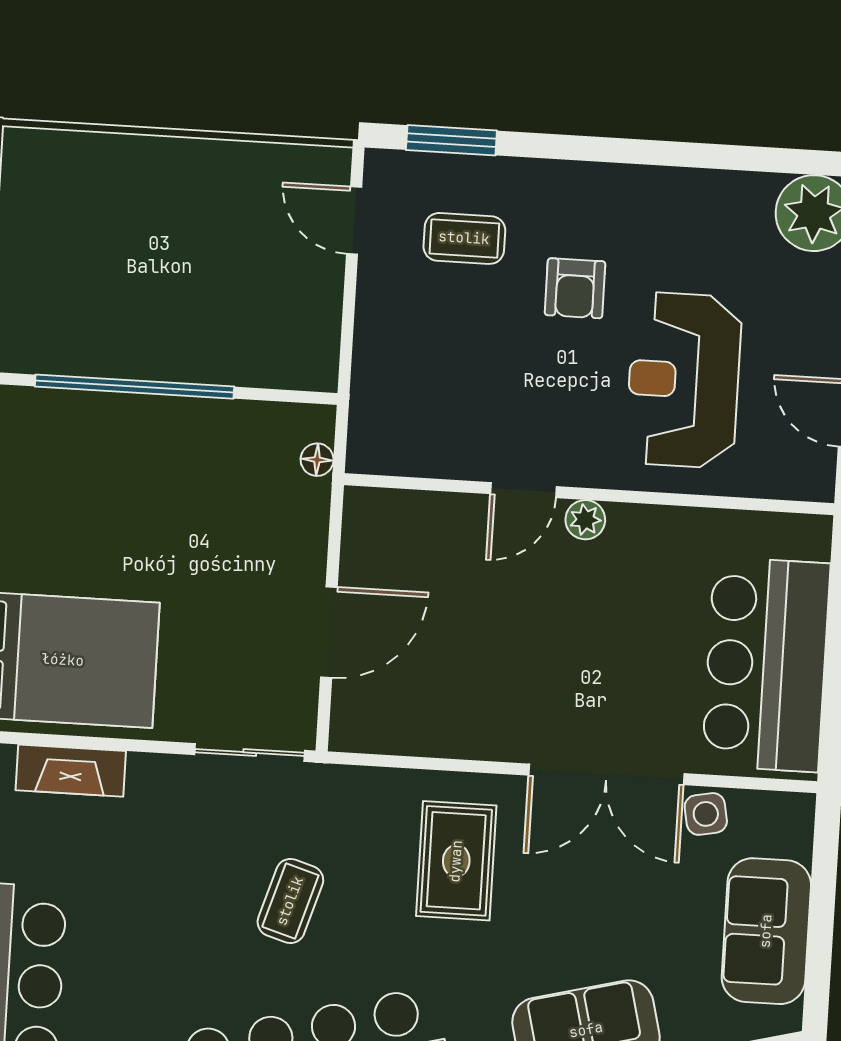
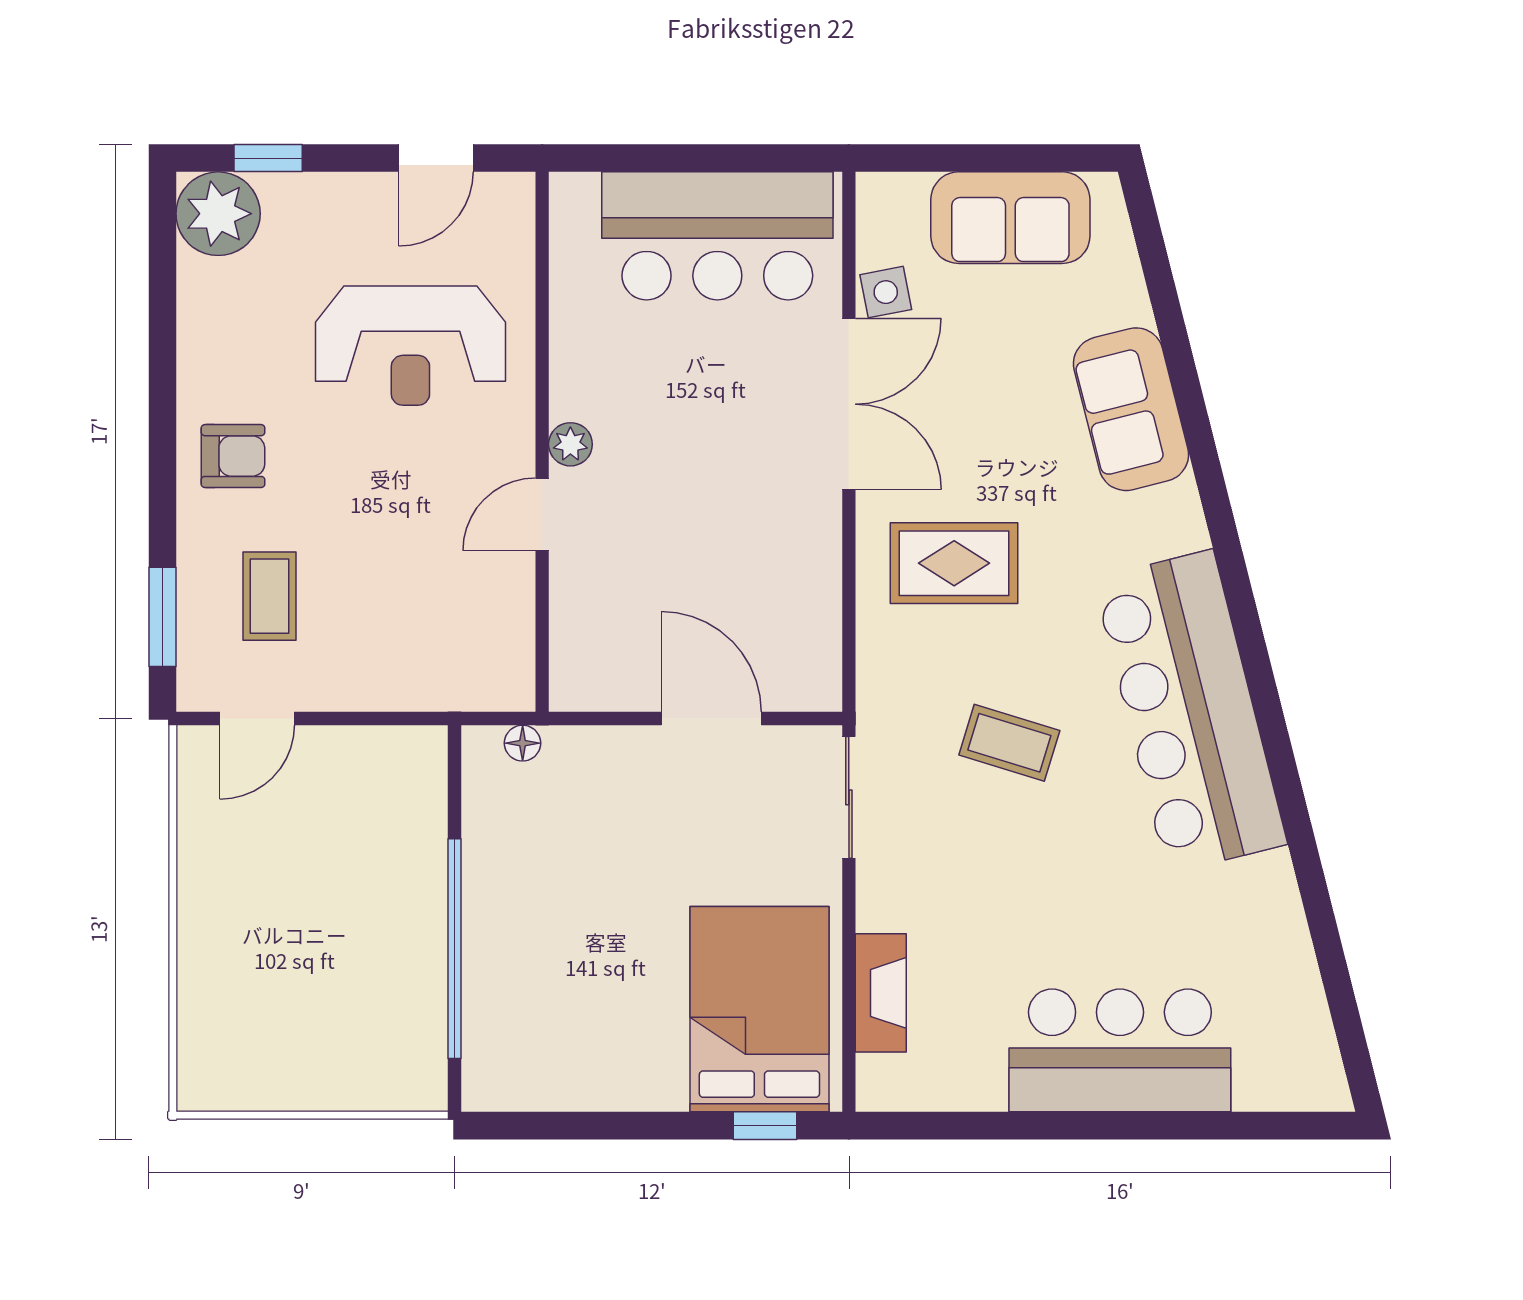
armchair: (575, 288) -> (233, 456), moved
door: (523, 490) -> (542, 514), swing flipped

